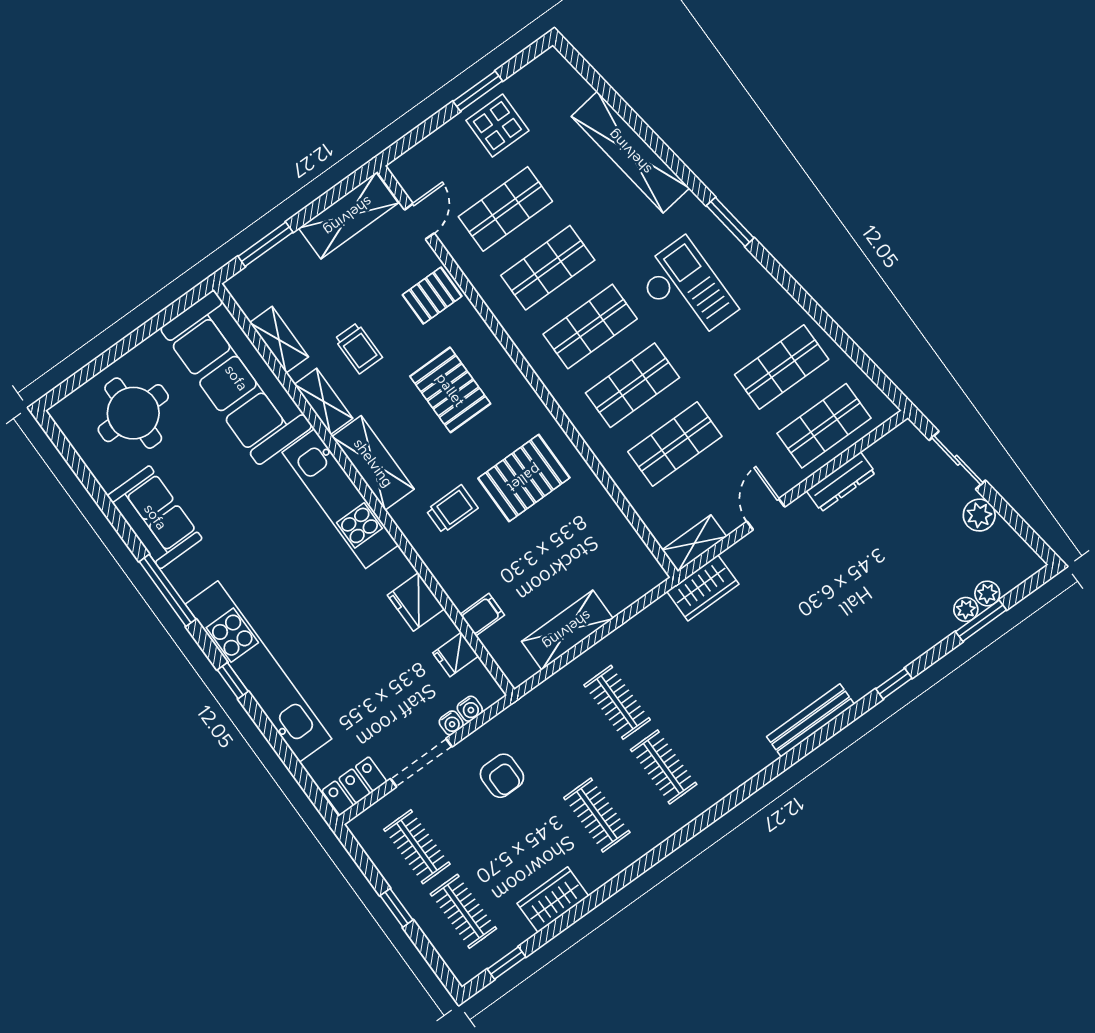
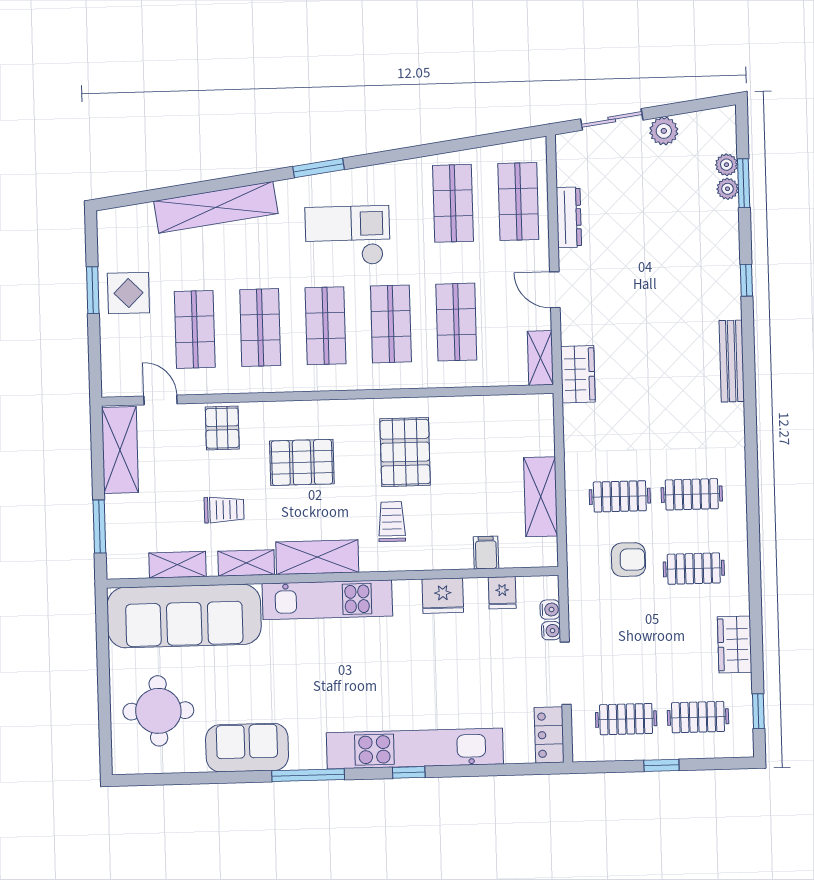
armchair: (502, 776) -> (628, 560), moved

